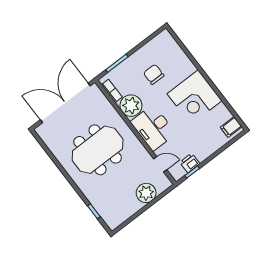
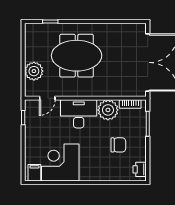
corner desk: (195, 97) -> (60, 162), moved
meeting table: (98, 150) -> (77, 56), moved, turned 90
printer: (190, 163) -> (140, 169), moved, turned 180

